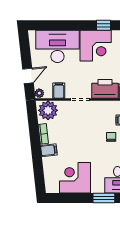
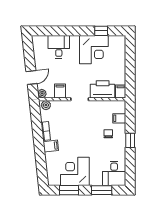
desk: (57, 46) -> (59, 47), width x0.53, depth x0.77
plant: (48, 110) -> (46, 105), width x0.53, depth x0.53
window: (68, 198) -> (69, 190), added

